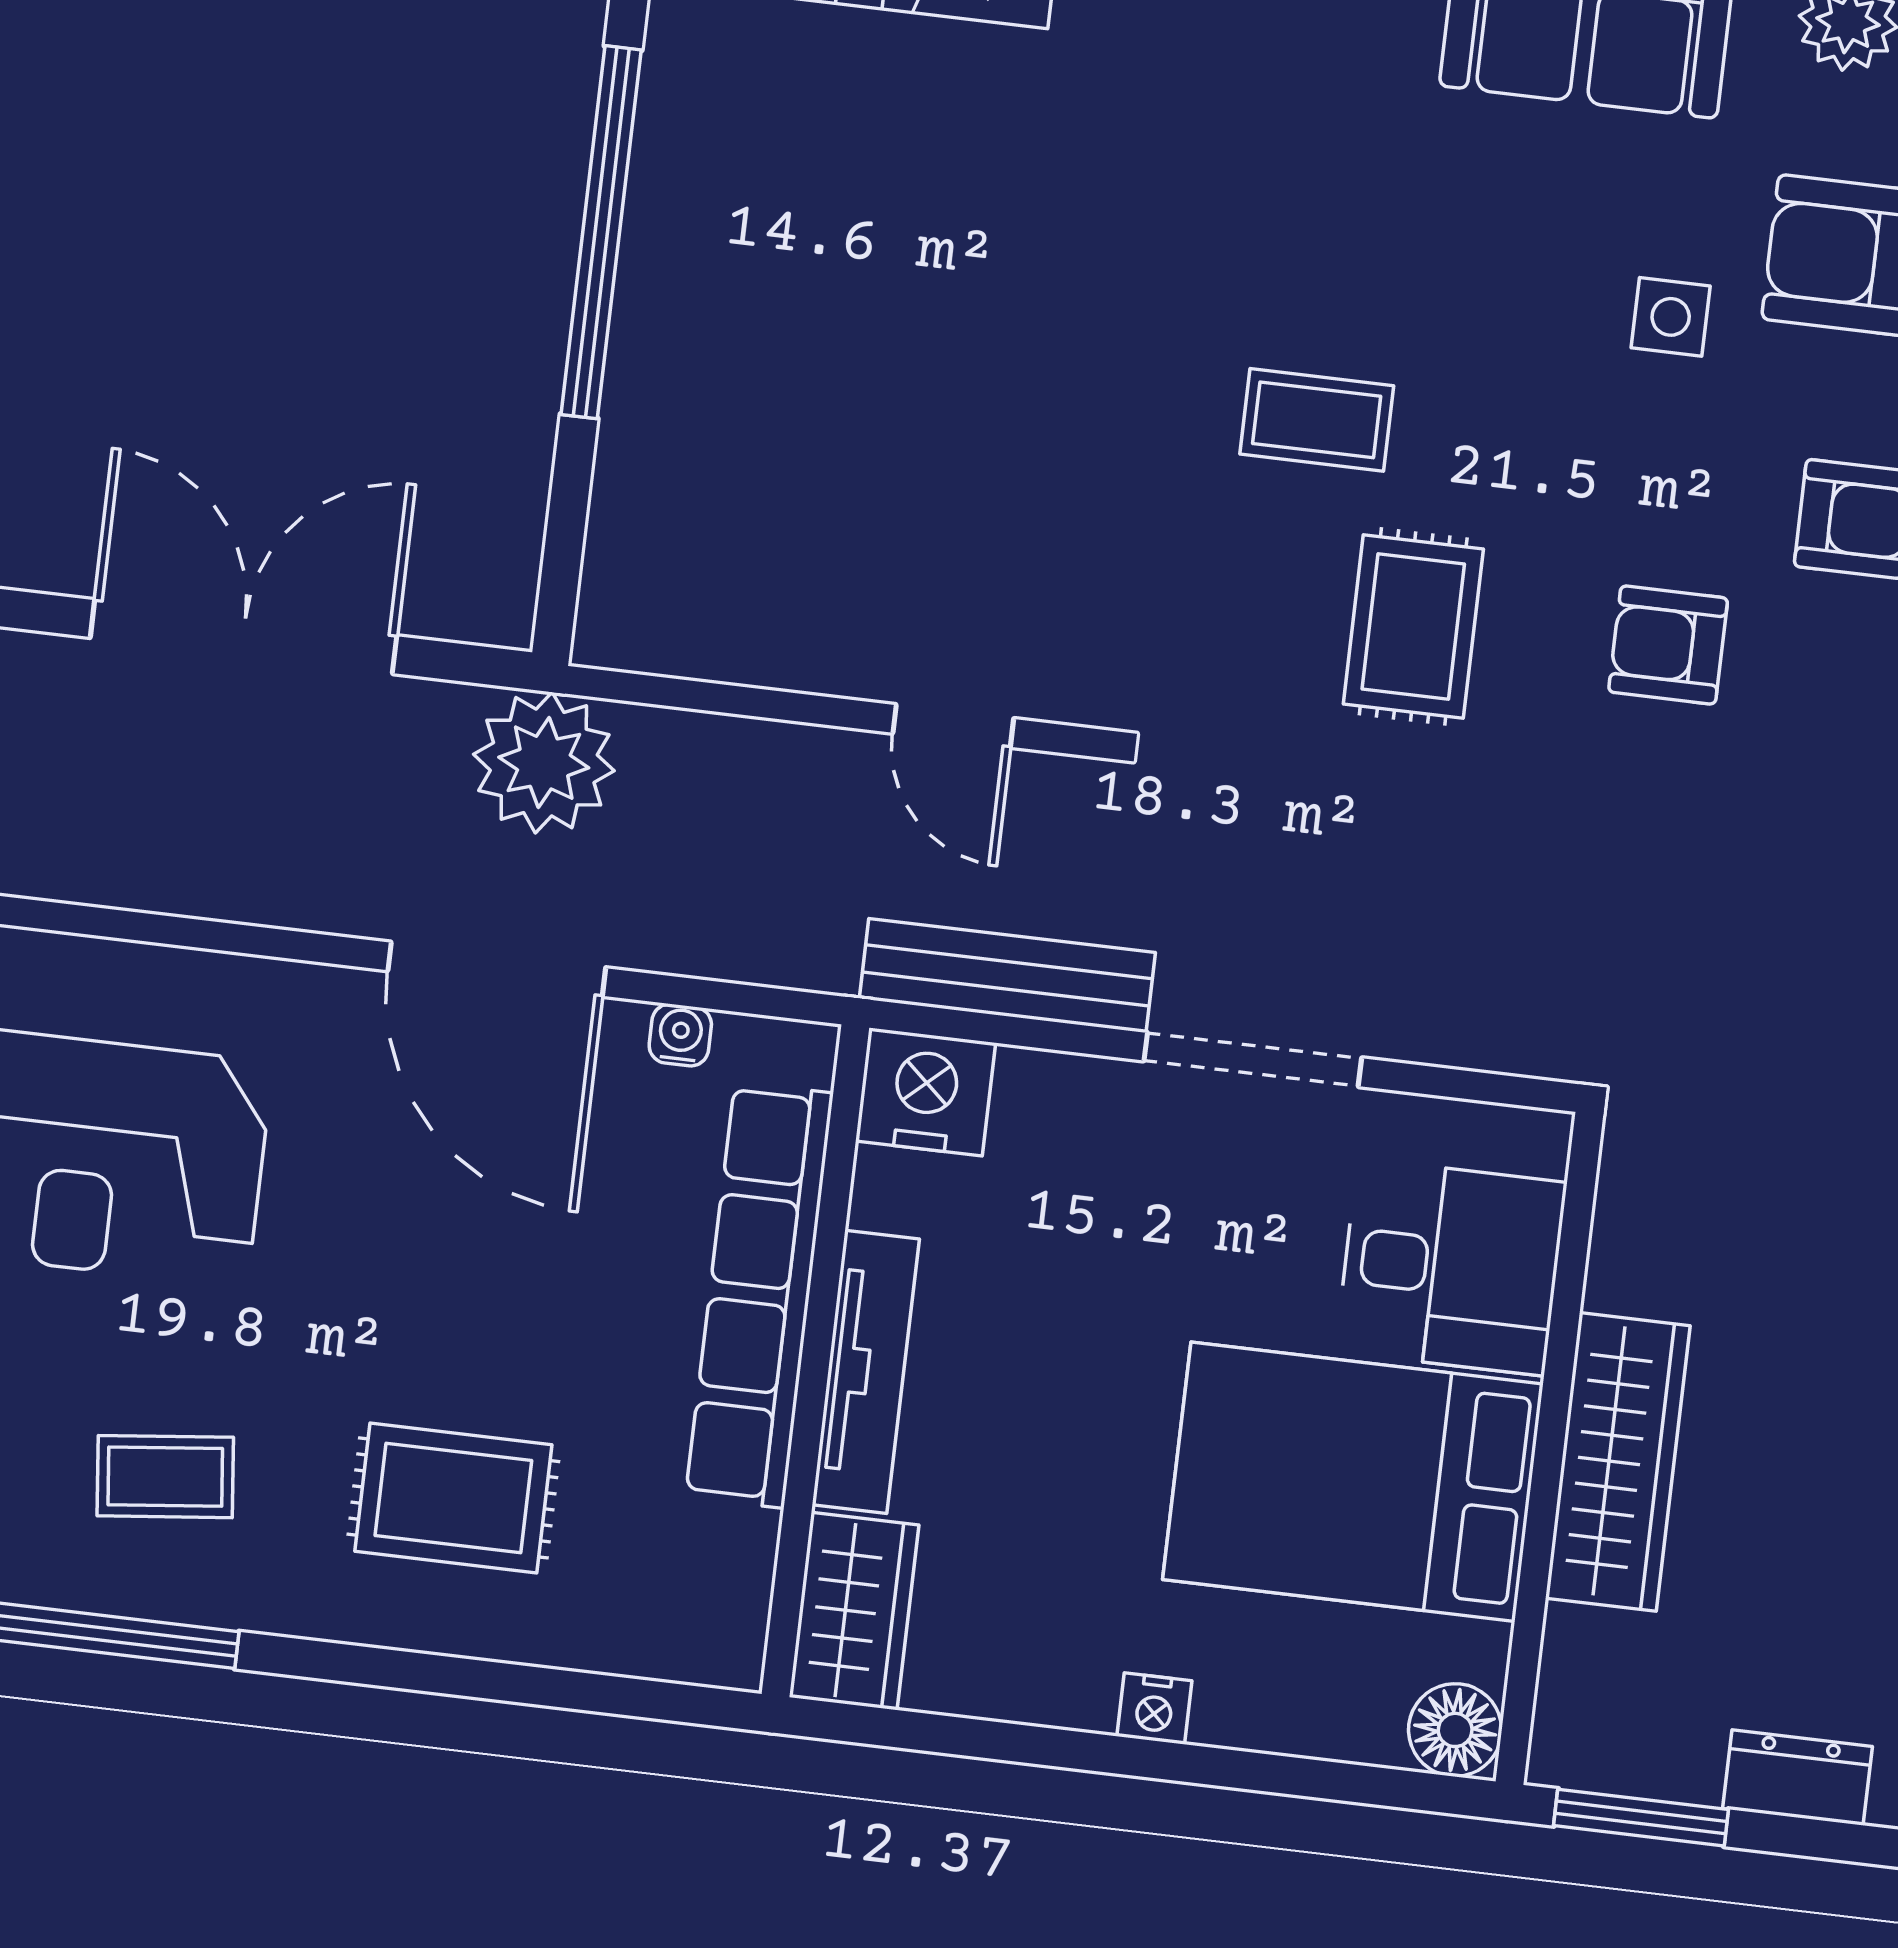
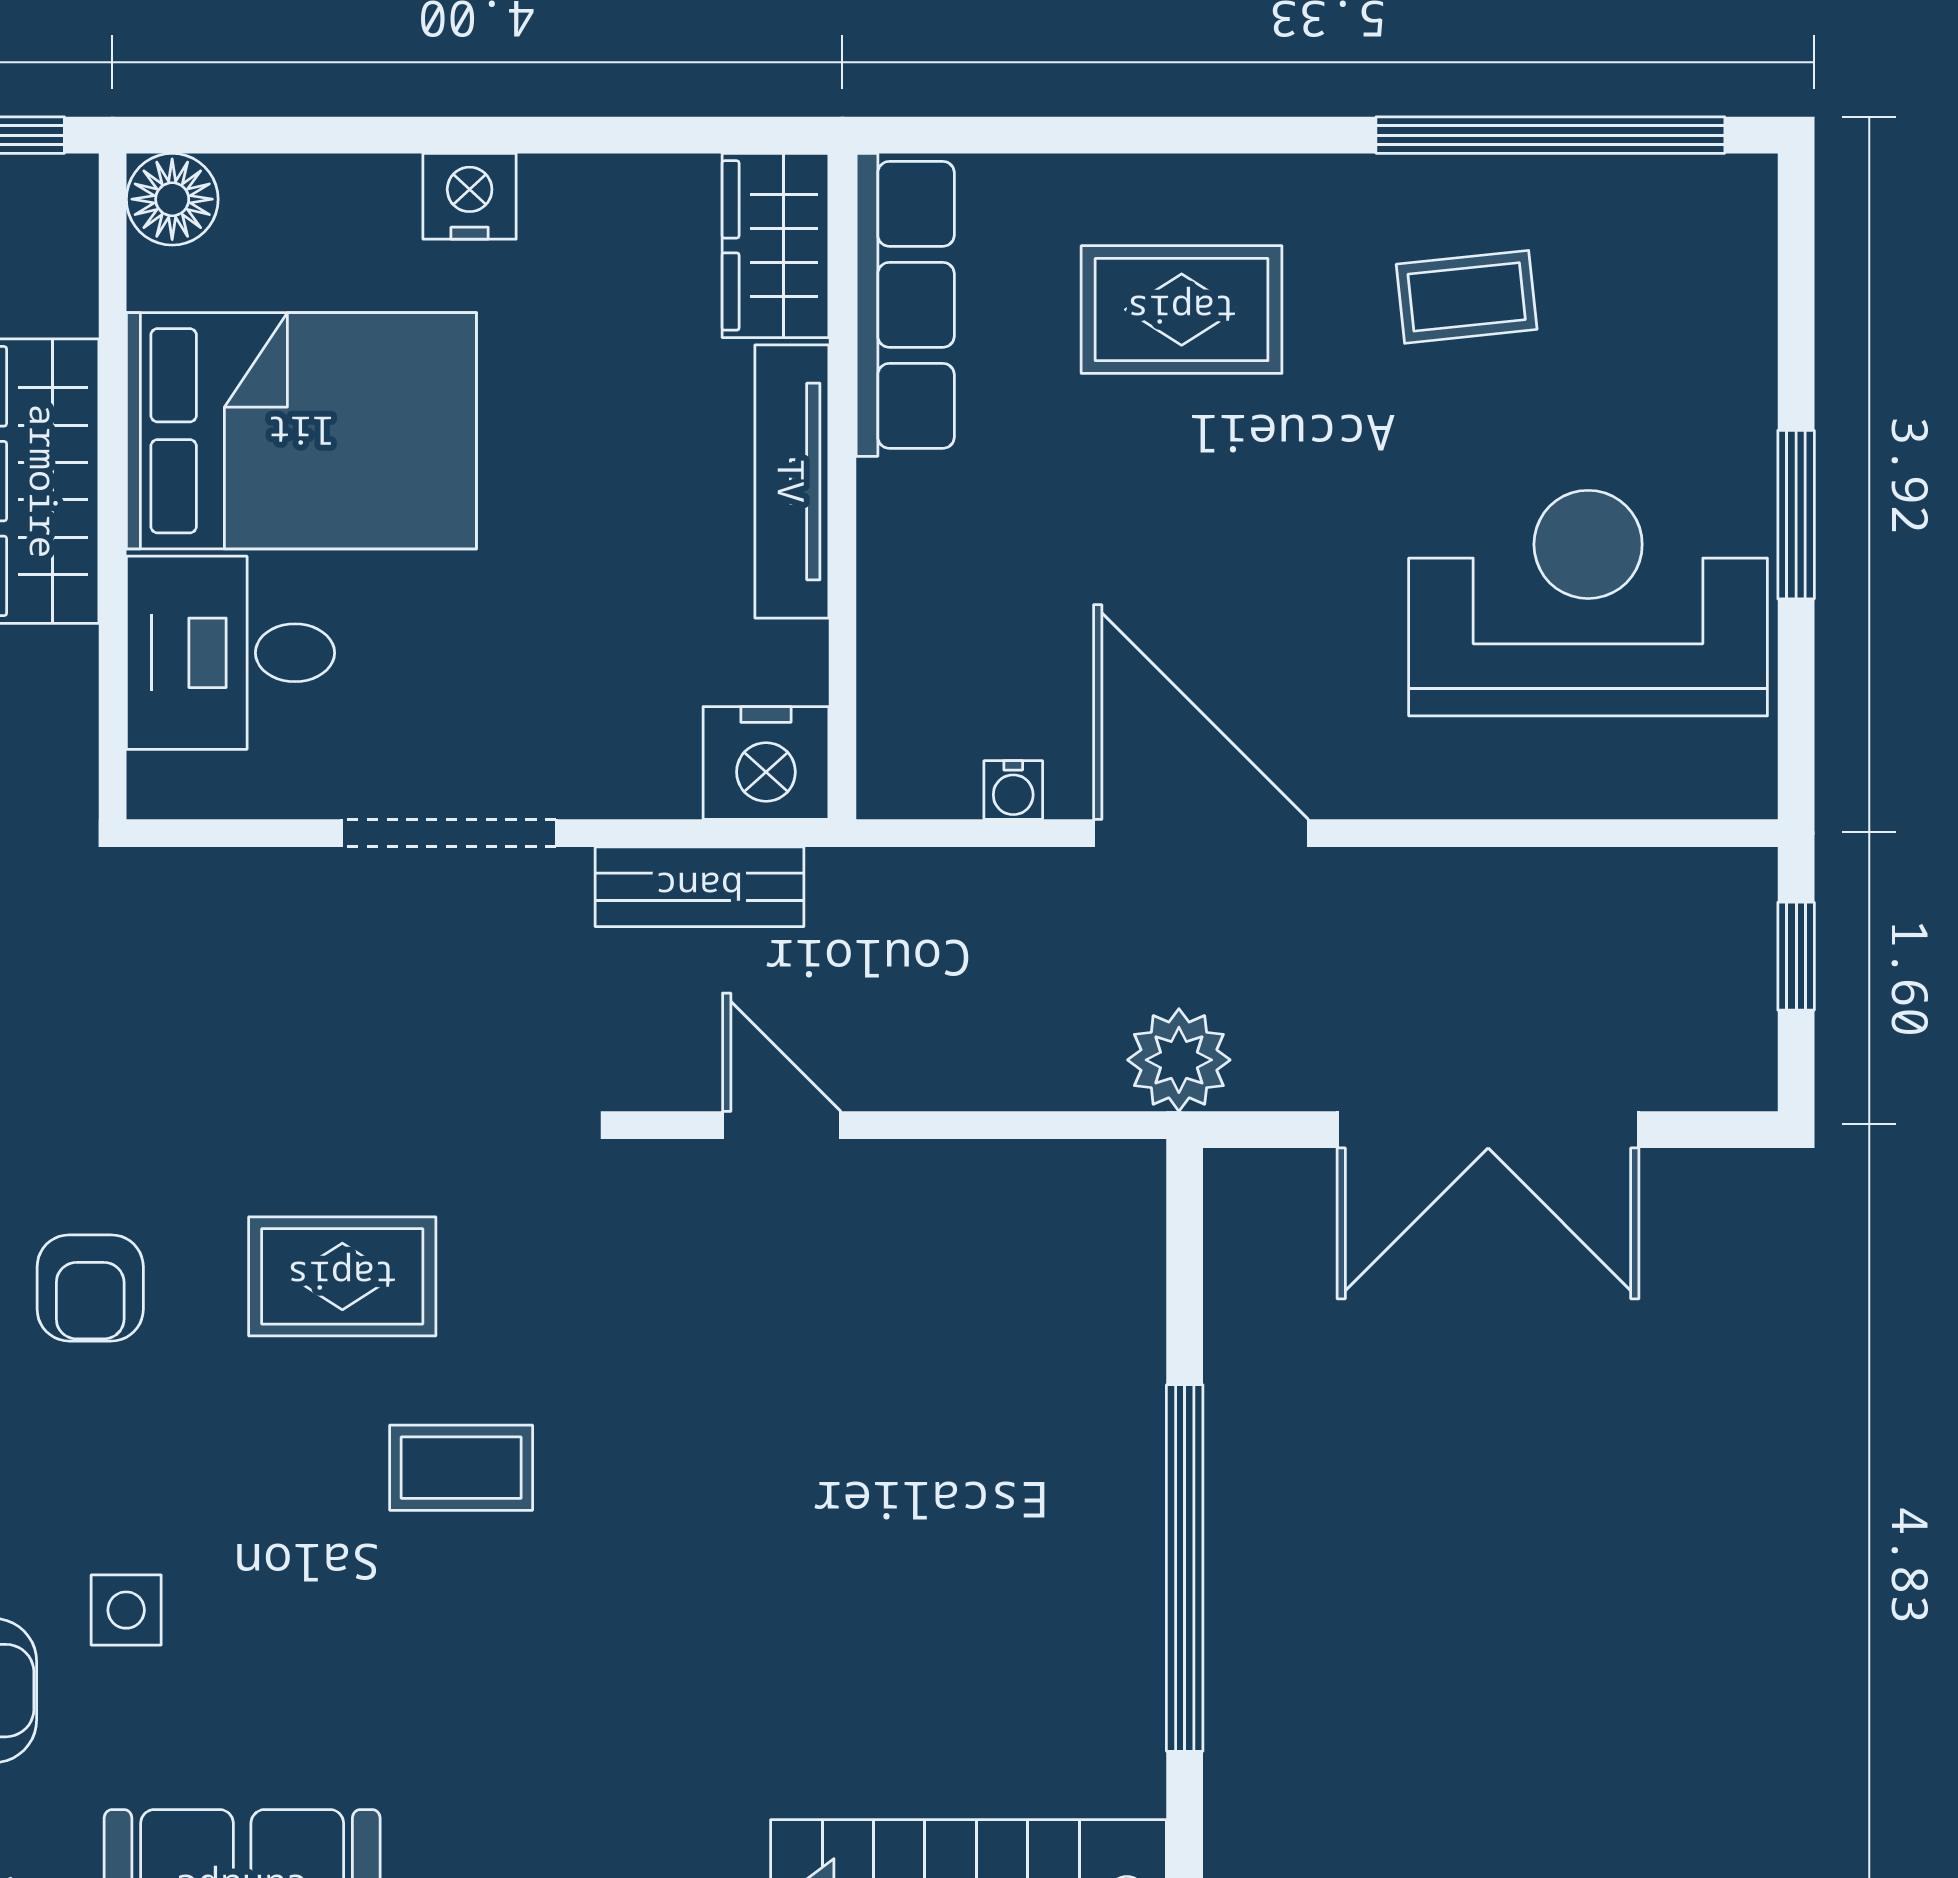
rug: (1413, 626) -> (342, 1276), turned 90
armchair: (1668, 645) -> (90, 1288), turned 90
plant: (544, 763) -> (1179, 1060), width x0.73, depth x0.73
bench: (1007, 975) -> (699, 887), width x0.73
row of seats: (759, 1295) -> (905, 305), moved, width x0.73
nightstand: (1154, 1709) -> (470, 196), width x1.39, depth x1.35

